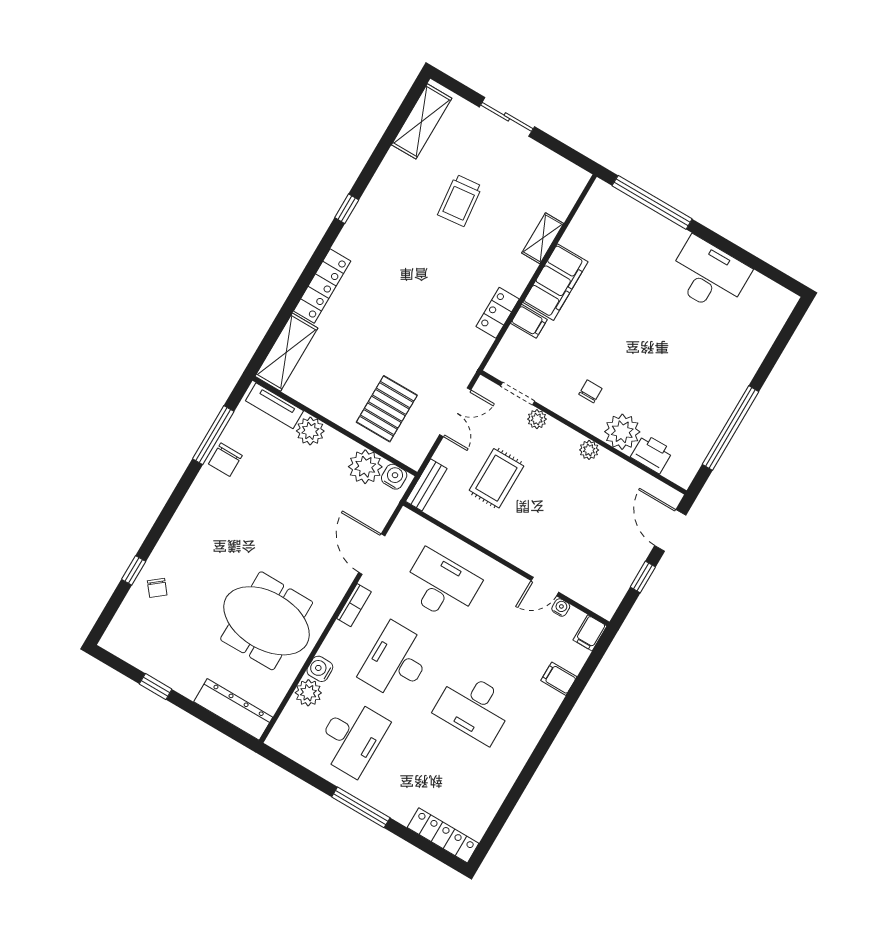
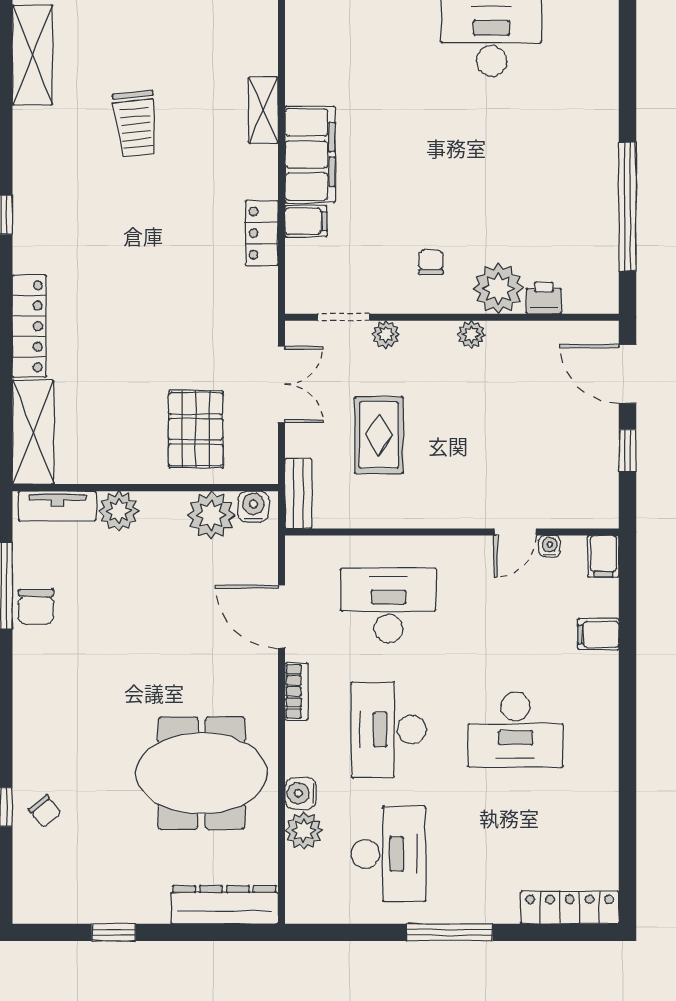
printer: (652, 454) -> (544, 298), width x0.73, depth x0.81

